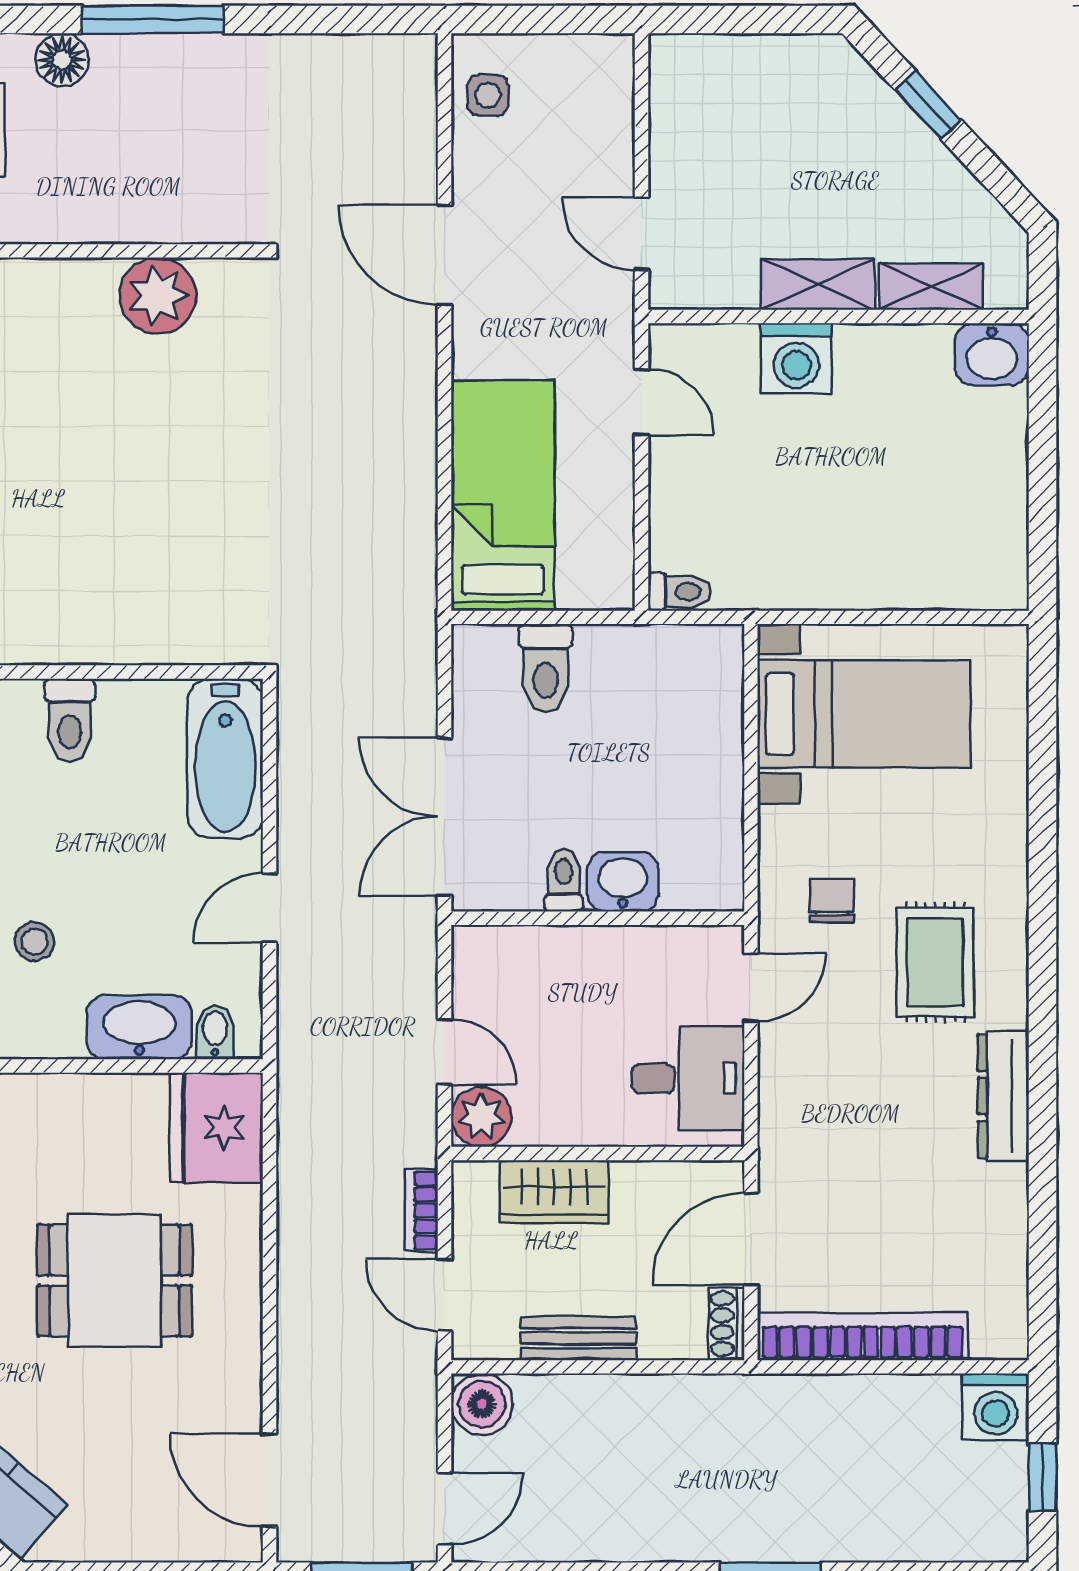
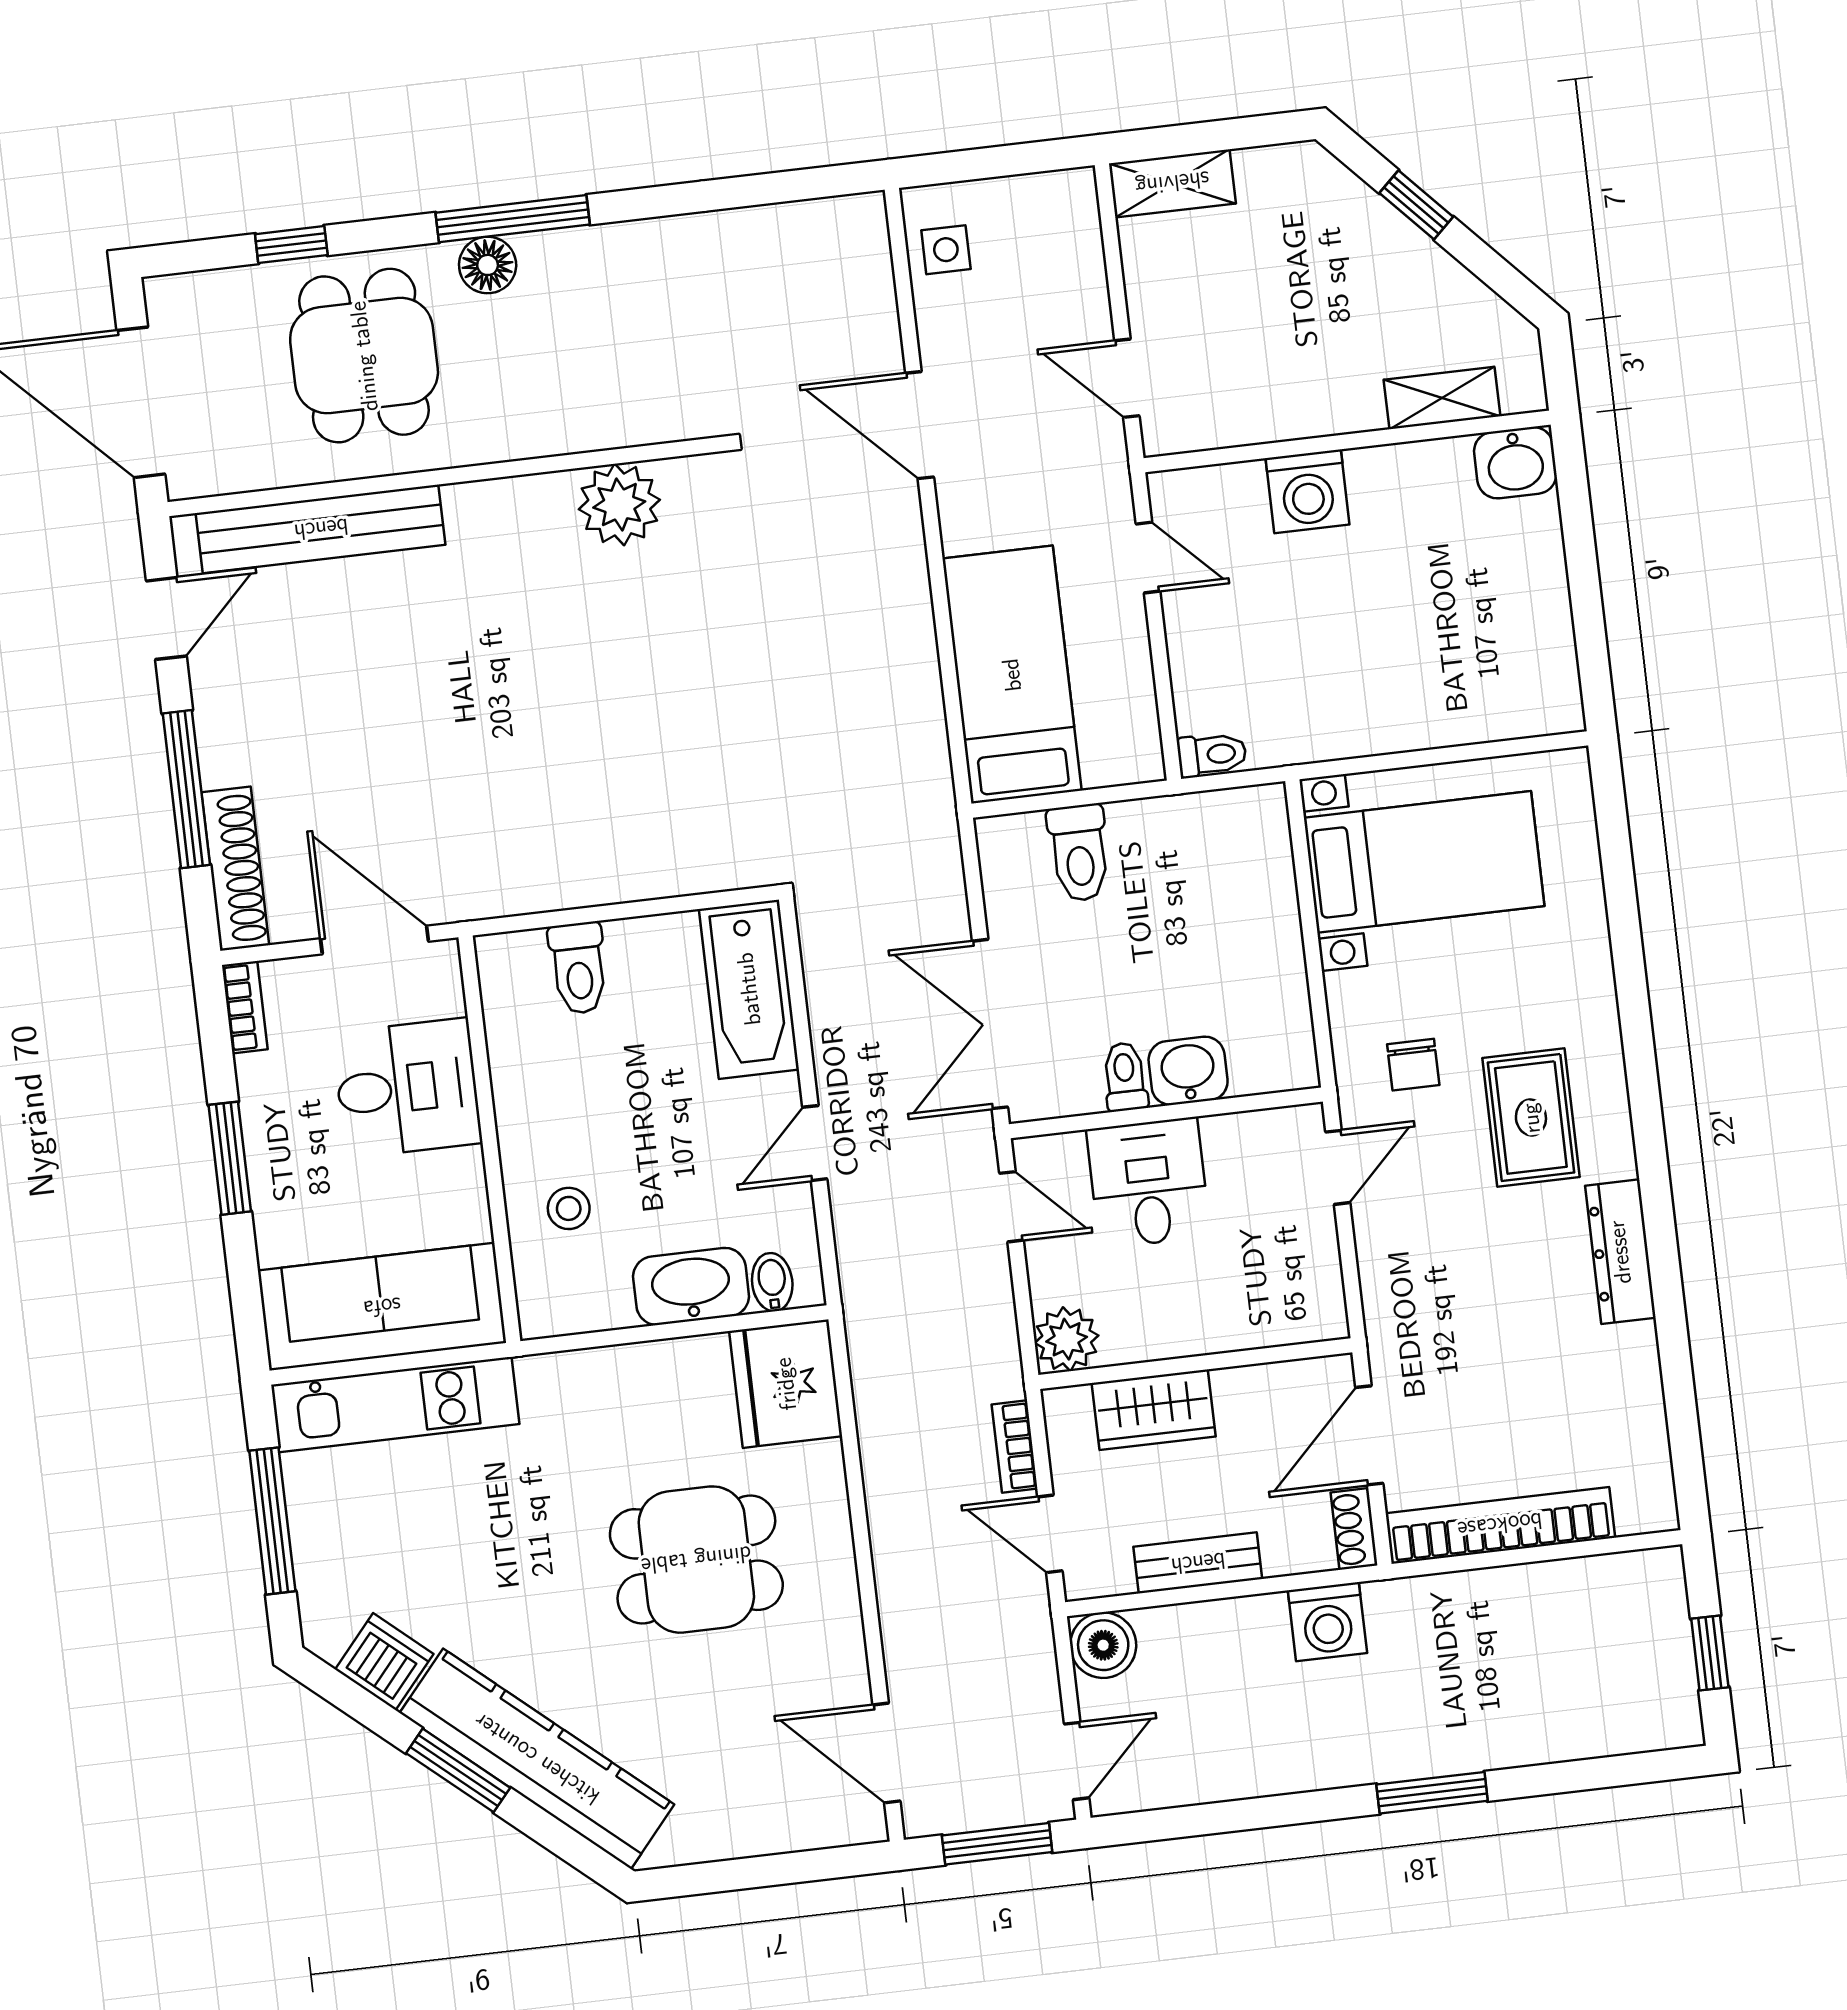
window: (153, 19) -> (513, 219), moved
shelving: (818, 284) -> (1172, 183), moved
chair: (832, 900) -> (1413, 1065), turned 180
door: (445, 1052) -> (1011, 1207), moved
desk: (688, 1078) -> (1148, 1183), moved, turned -90
washing machine: (995, 1407) -> (1327, 1622), moved

